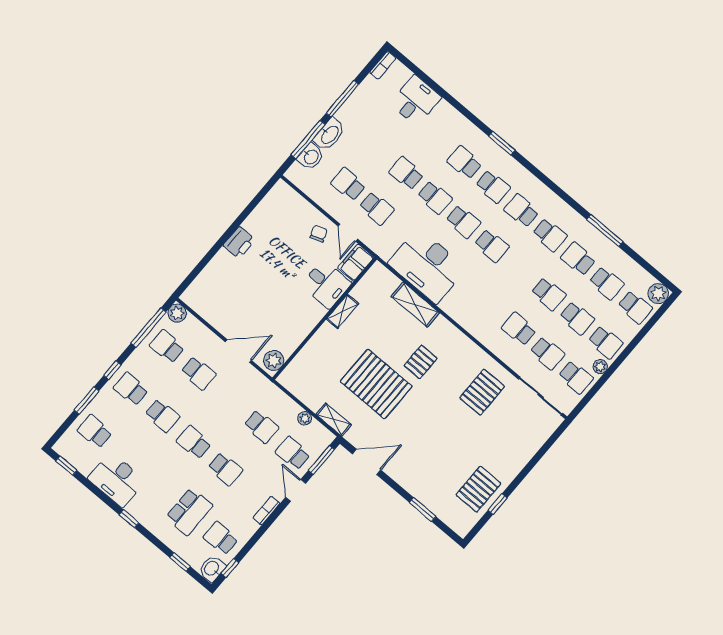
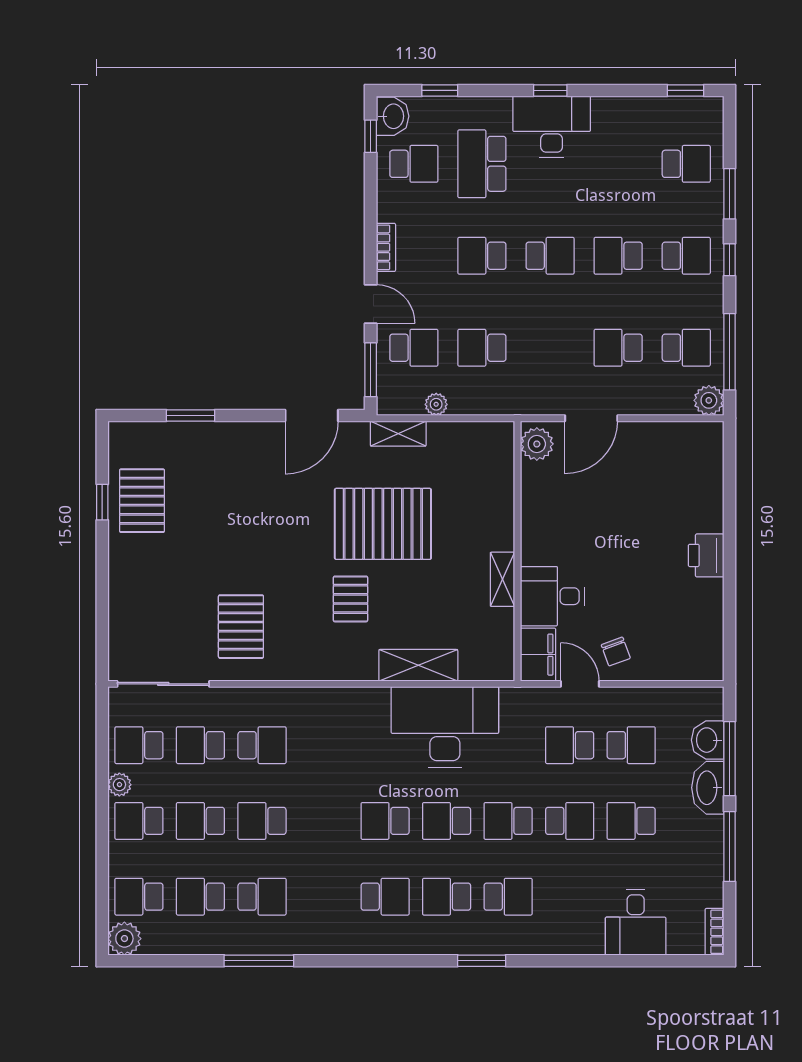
school desk: (550, 235) -> (631, 821), moved
desk: (117, 480) -> (552, 127), moved

